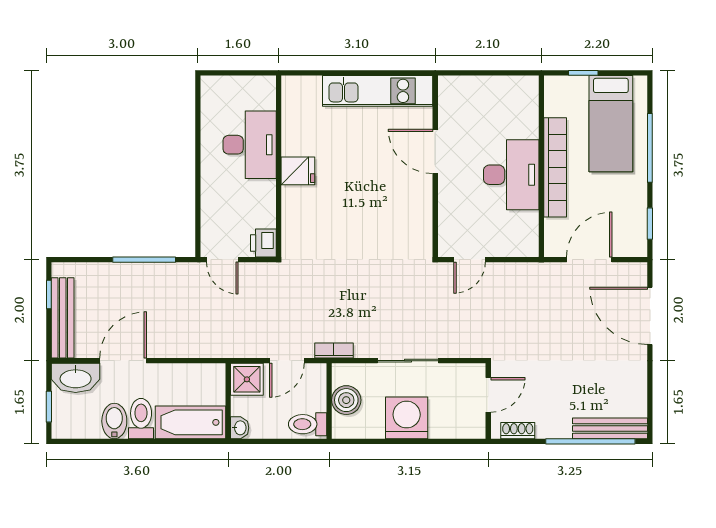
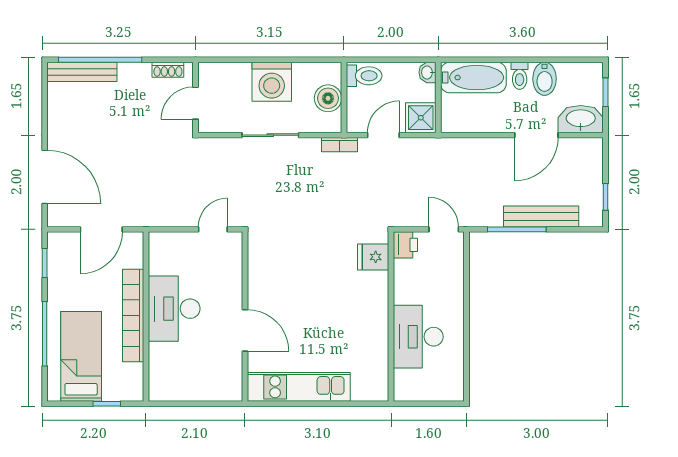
fridge: (298, 171) -> (373, 257), moved
bench: (63, 318) -> (541, 217), moved, turned 90
toilet: (141, 419) -> (520, 76), width x0.73, depth x0.72

